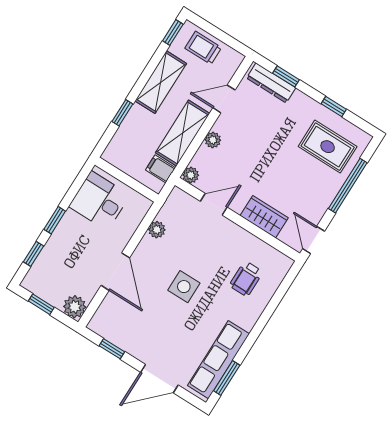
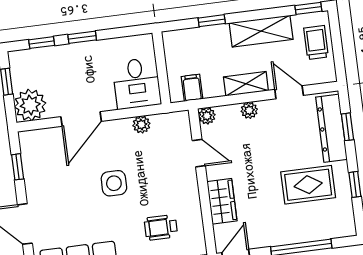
dresser: (271, 83) -> (331, 128), width x1.37, depth x1.24
shelving: (183, 133) -> (246, 84), width x0.67, depth x0.75
rug: (328, 147) -> (308, 185), moved, turned 90
desk: (99, 201) -> (137, 83), moved, turned 180
plant: (75, 307) -> (30, 105), width x1.36, depth x1.36

